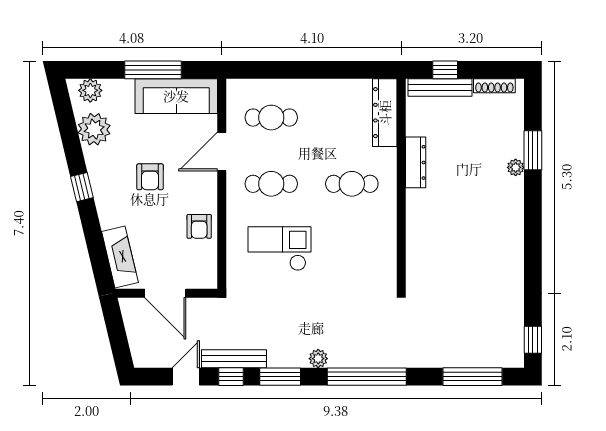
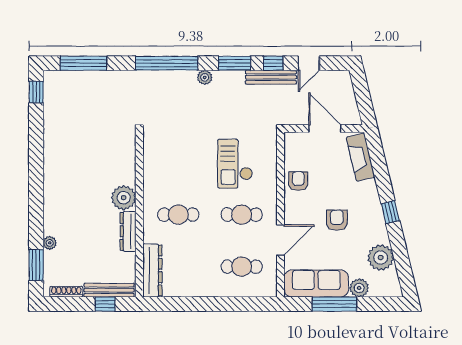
plant: (90, 90) -> (359, 288), moved
window: (533, 150) -> (36, 265), moved
plant: (516, 167) -> (50, 243), moved
plant: (421, 205) -> (124, 198), added
checkout: (280, 249) -> (235, 164), turned 90

